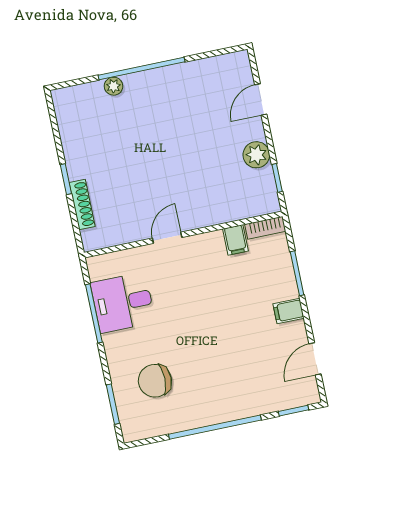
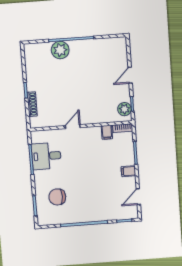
plant: (114, 86) -> (60, 50), width x1.88, depth x1.88
door: (261, 99) -> (130, 75), moved
plant: (256, 155) -> (124, 109), moved

